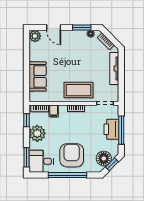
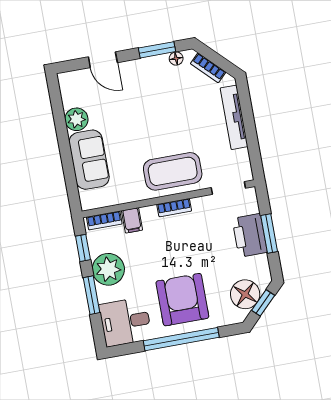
plant: (35, 36) -> (76, 119), moved
window: (121, 130) -> (269, 234), width x0.69
window: (26, 157) -> (92, 295), moved

